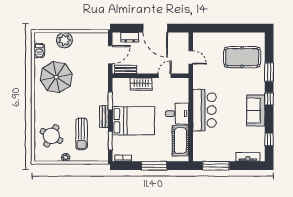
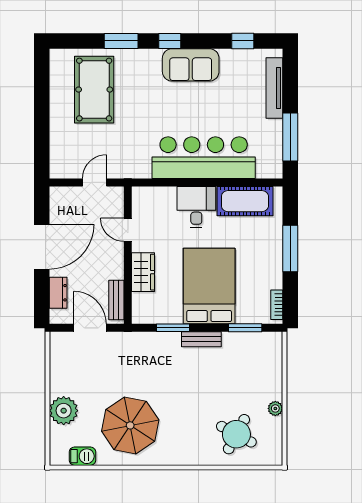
bar counter: (204, 110) -> (204, 158), width x1.36
sun lounger: (82, 134) -> (233, 380), removed
tv unit: (248, 157) -> (274, 88), width x1.41

